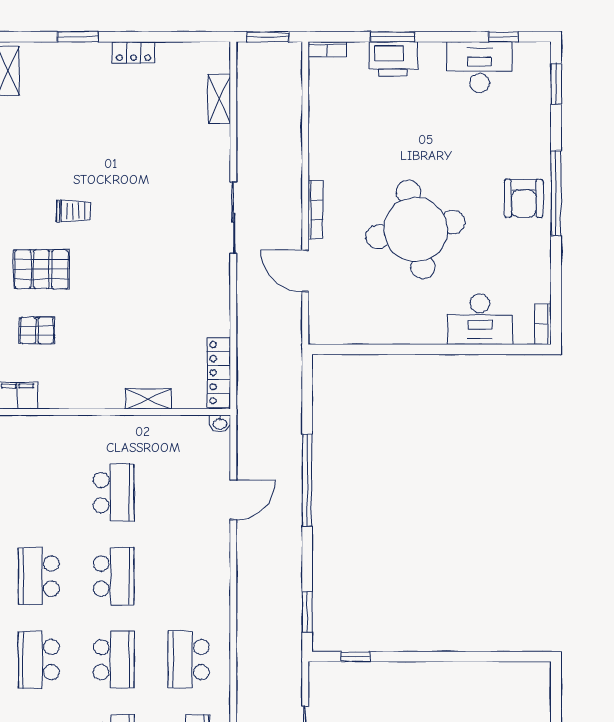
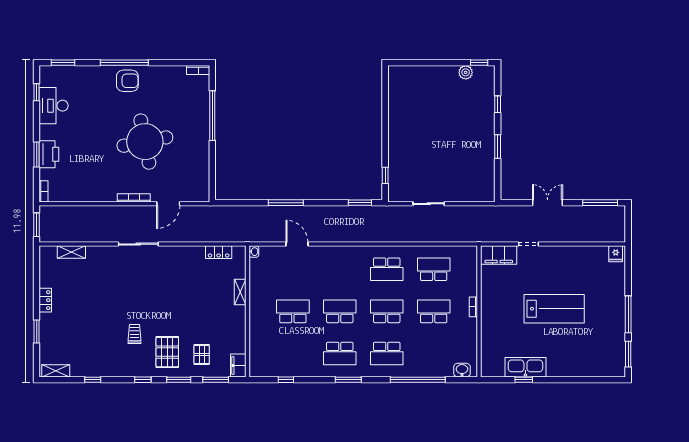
desk: (480, 319) -> (195, 105), removed
window: (462, 349) -> (212, 116), added
locker: (219, 373) -> (219, 252), width x0.66
window: (307, 480) -> (286, 203), width x0.68

